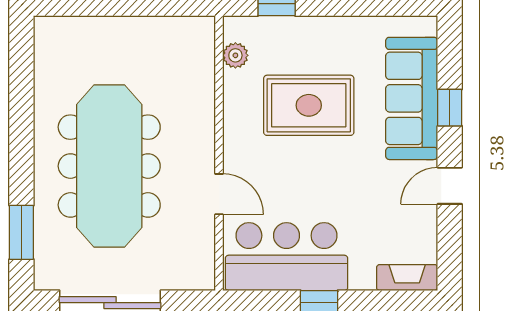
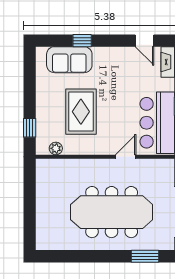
sofa: (412, 98) -> (69, 60), width x0.73
door: (450, 186) -> (145, 41), moved

